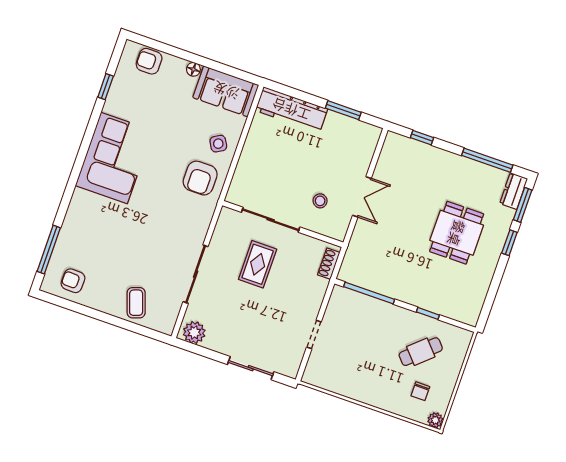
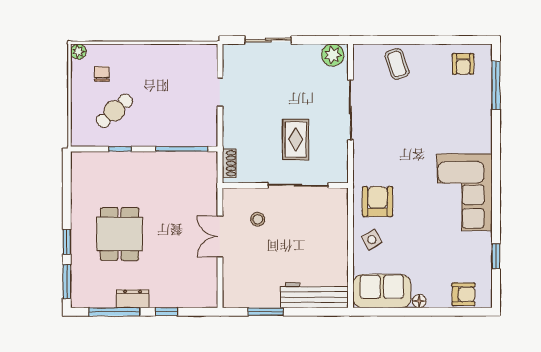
window: (422, 138) -> (167, 312), moved
dresser: (514, 191) -> (133, 299), moved, turned -90
armchair: (73, 281) -> (463, 64), turned 88

